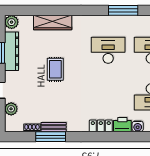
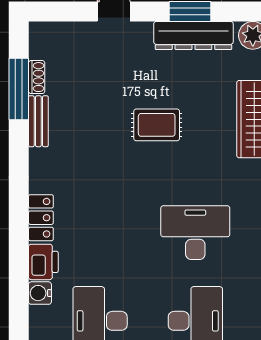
desk: (108, 50) -> (195, 233), turned -90
plant: (11, 109) -> (76, 34), removed
window: (51, 137) -> (19, 89), moved

